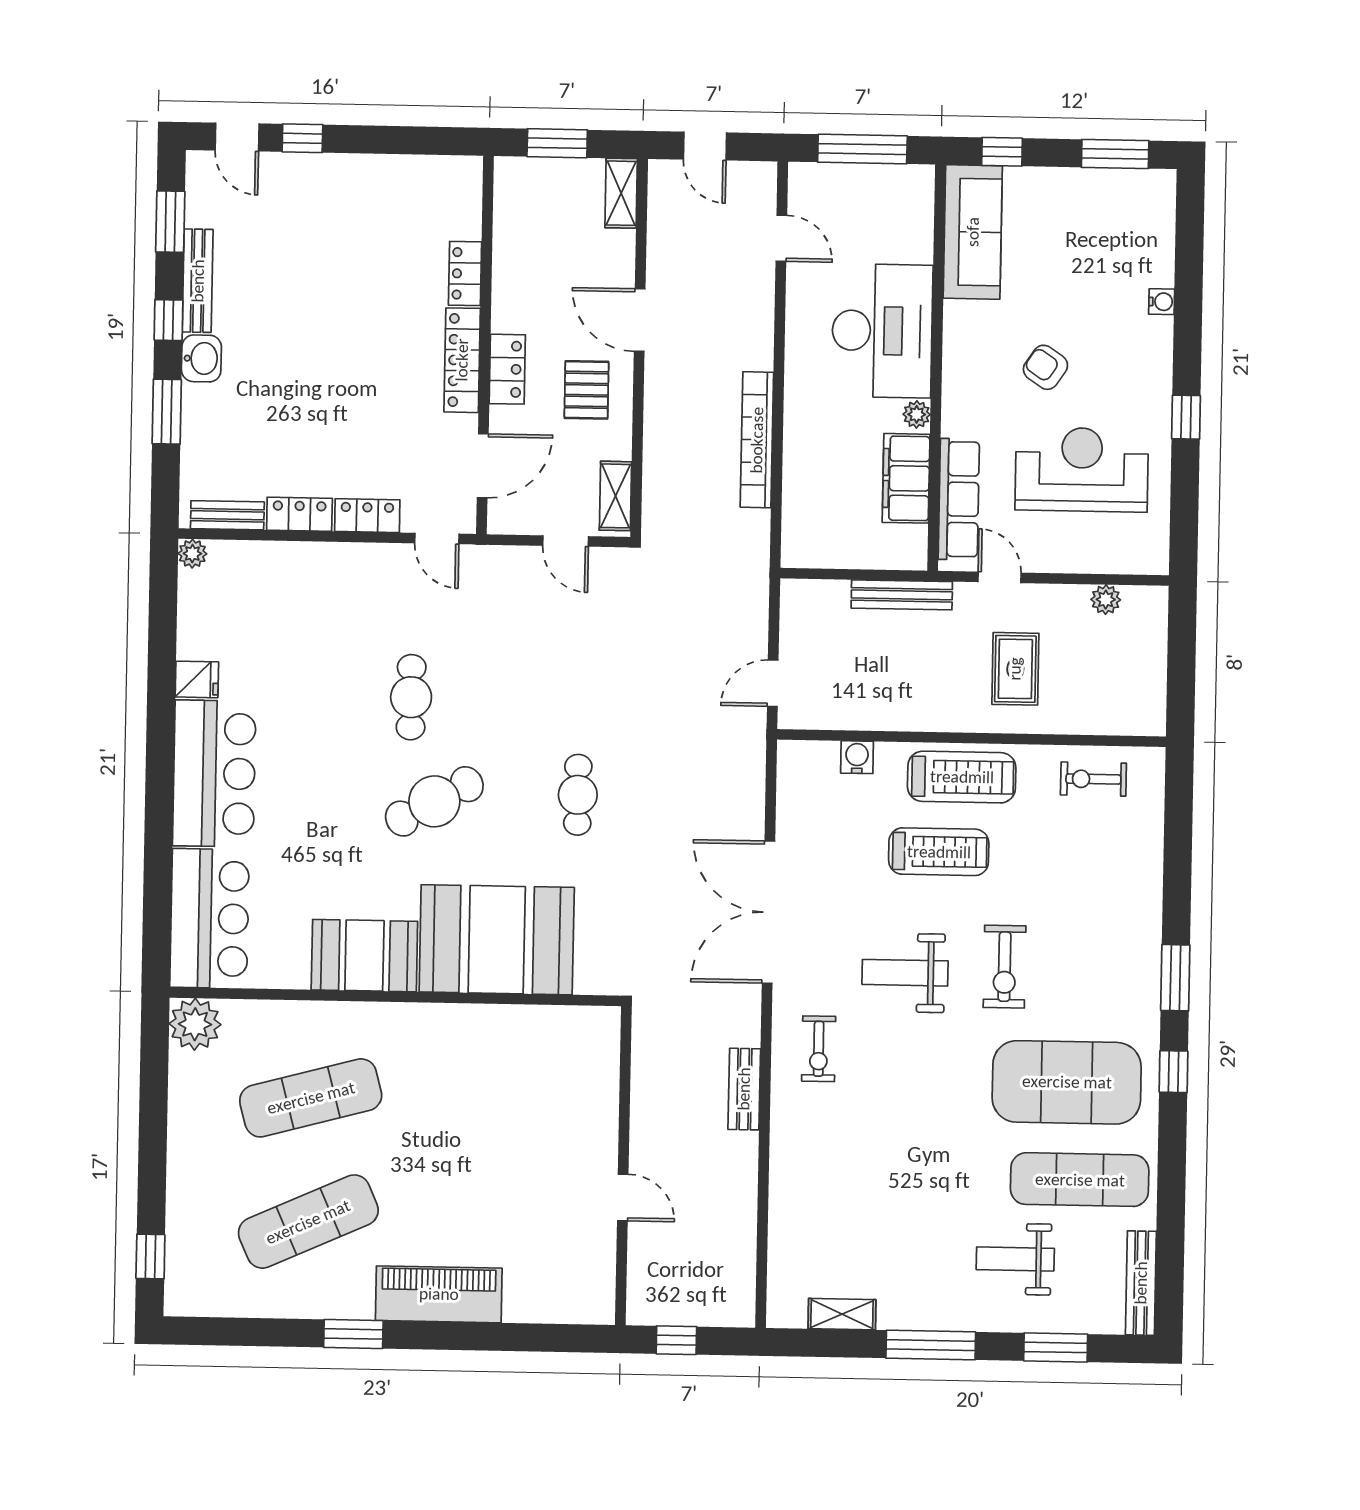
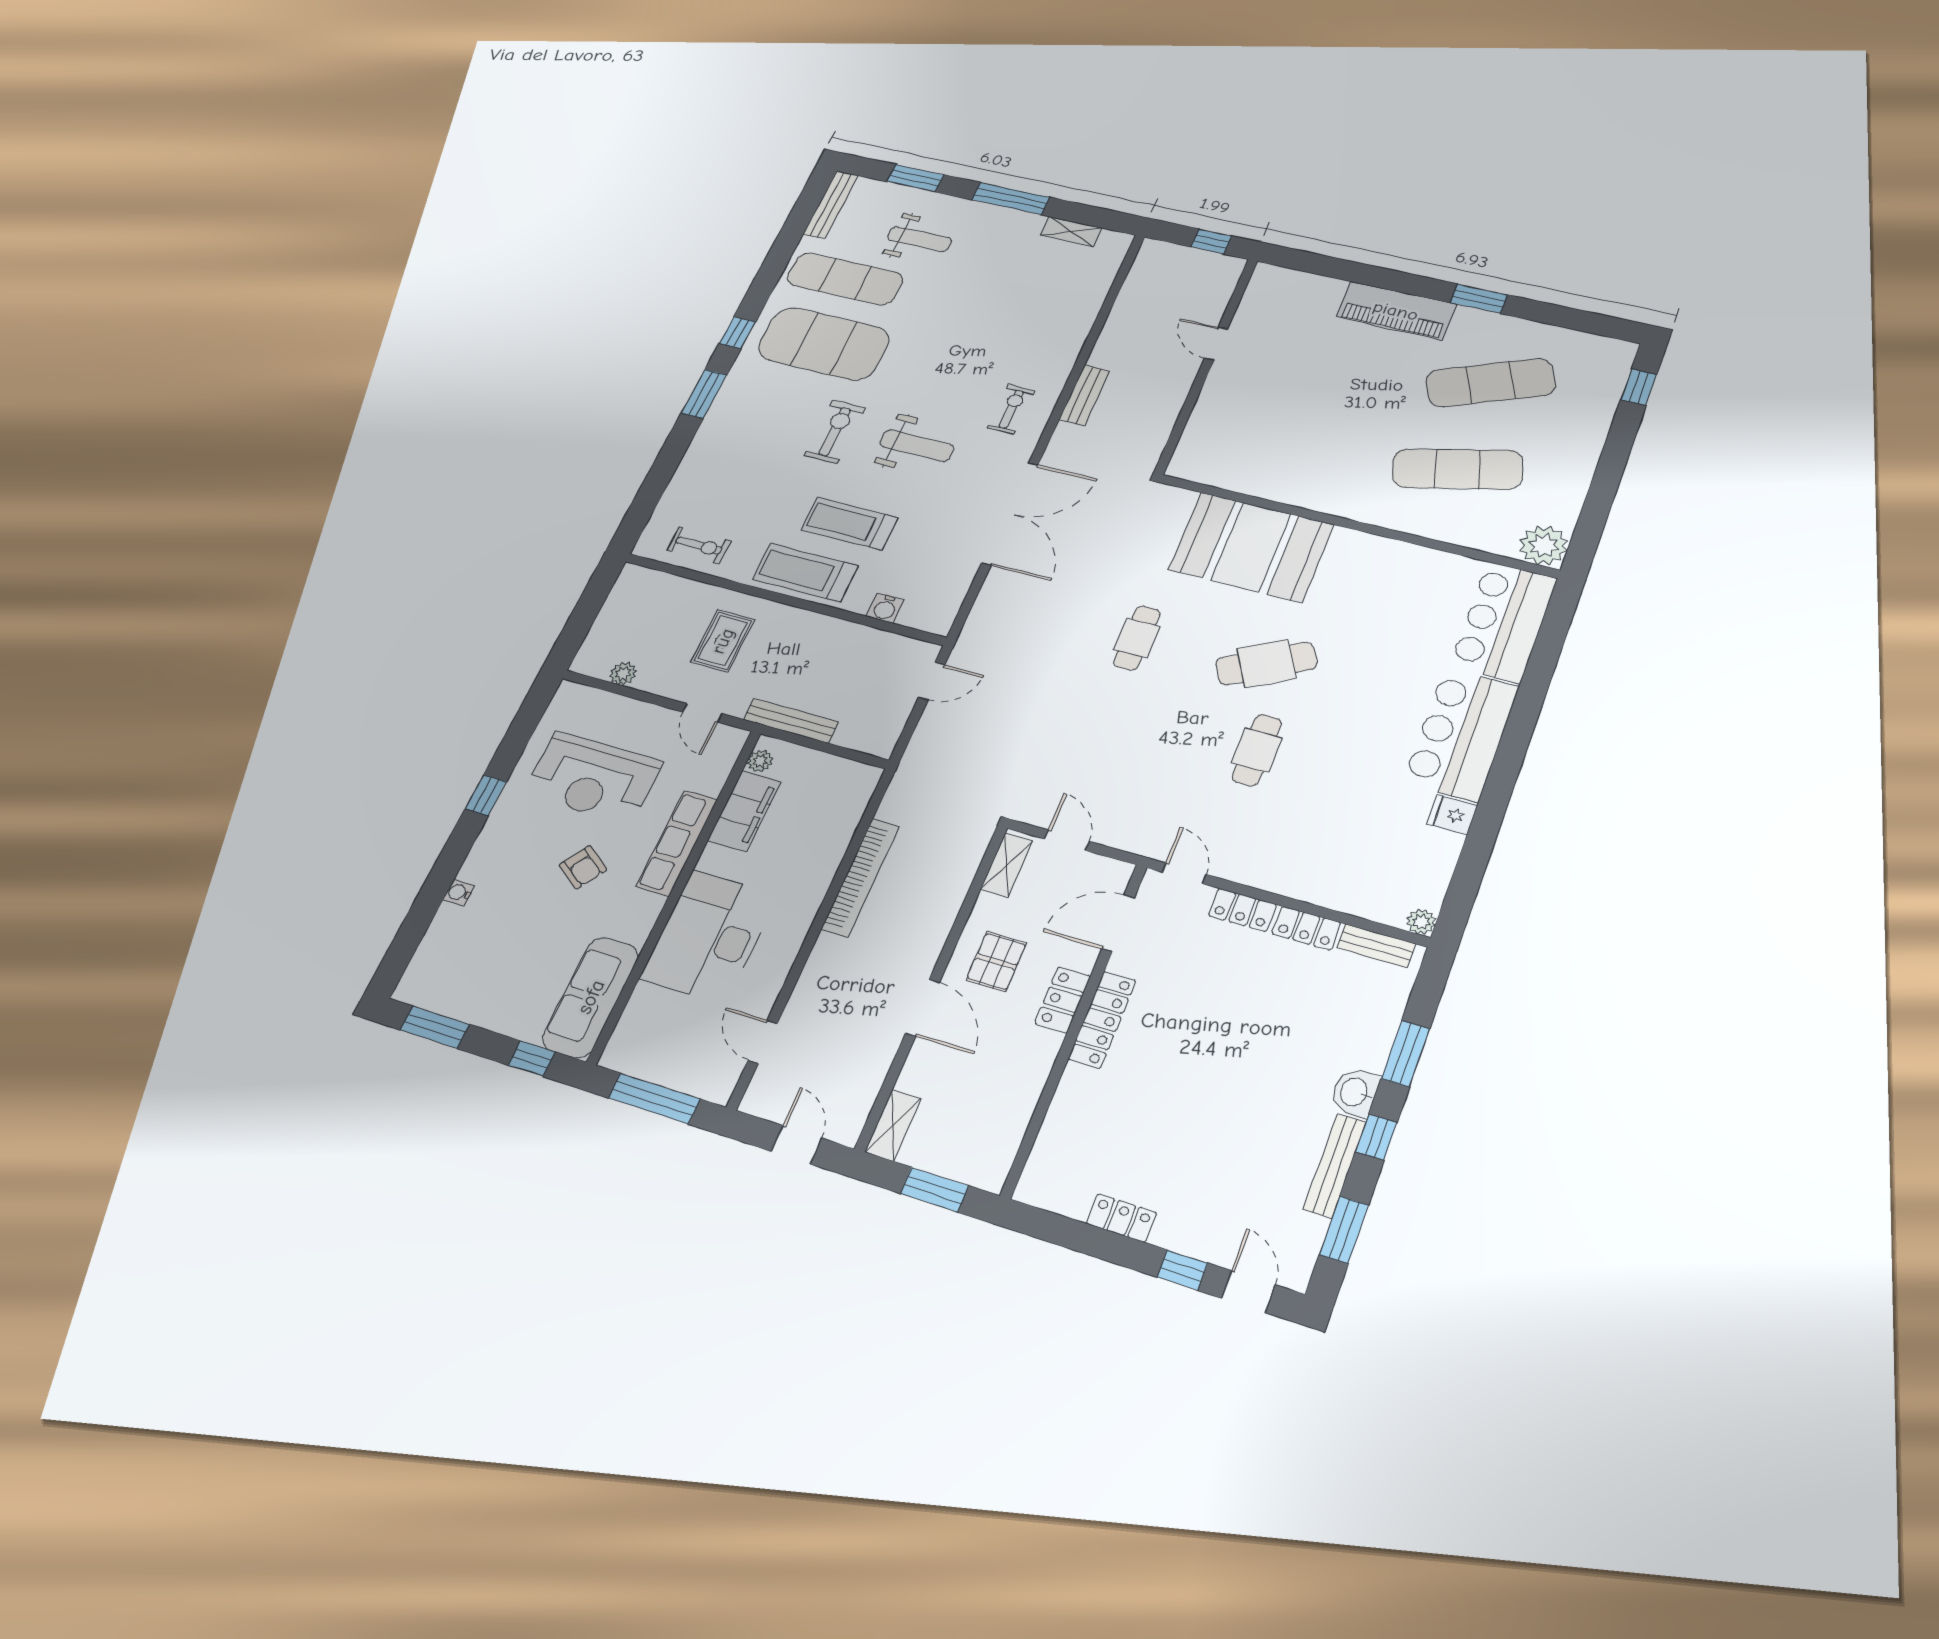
locker: (465, 273) -> (1121, 1218), moved, turned -90
plant: (917, 414) -> (760, 761), moved
row of seats: (959, 499) -> (677, 843), moved
booth: (364, 956) -> (1372, 562), removed

